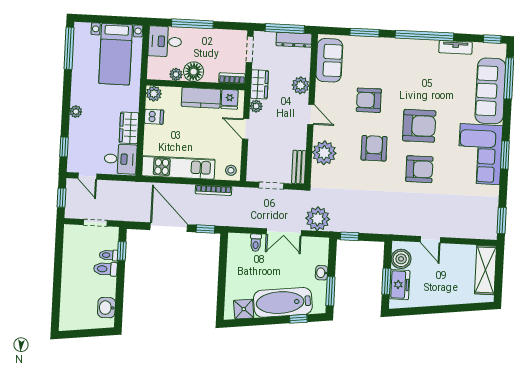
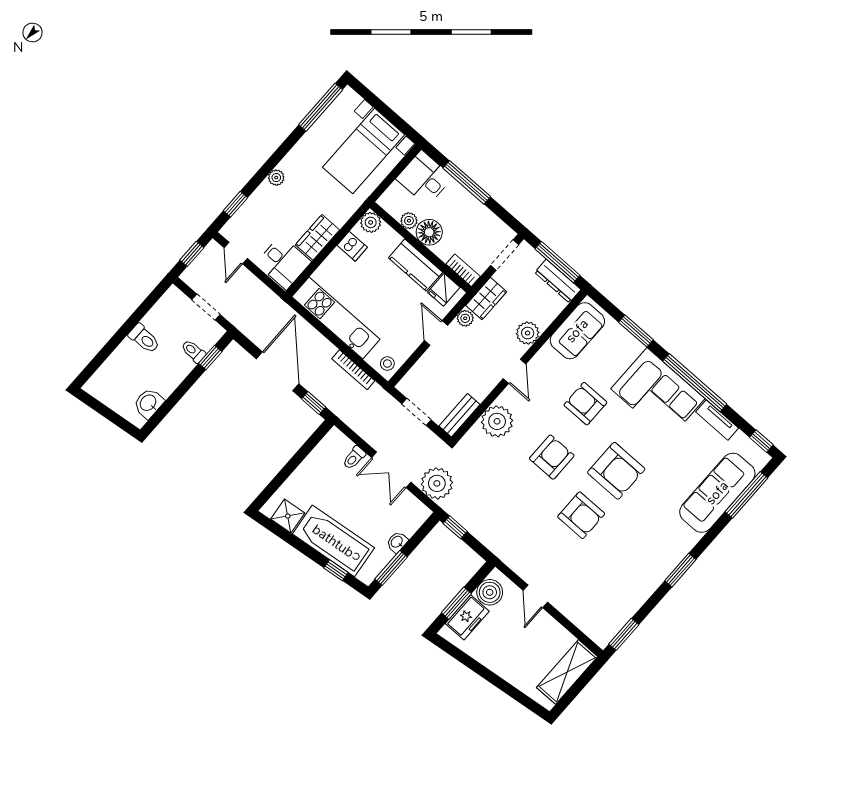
corner sofa: (480, 154) -> (658, 394), moved, turned -90
toilet: (105, 269) -> (144, 339), moved, turned 180

